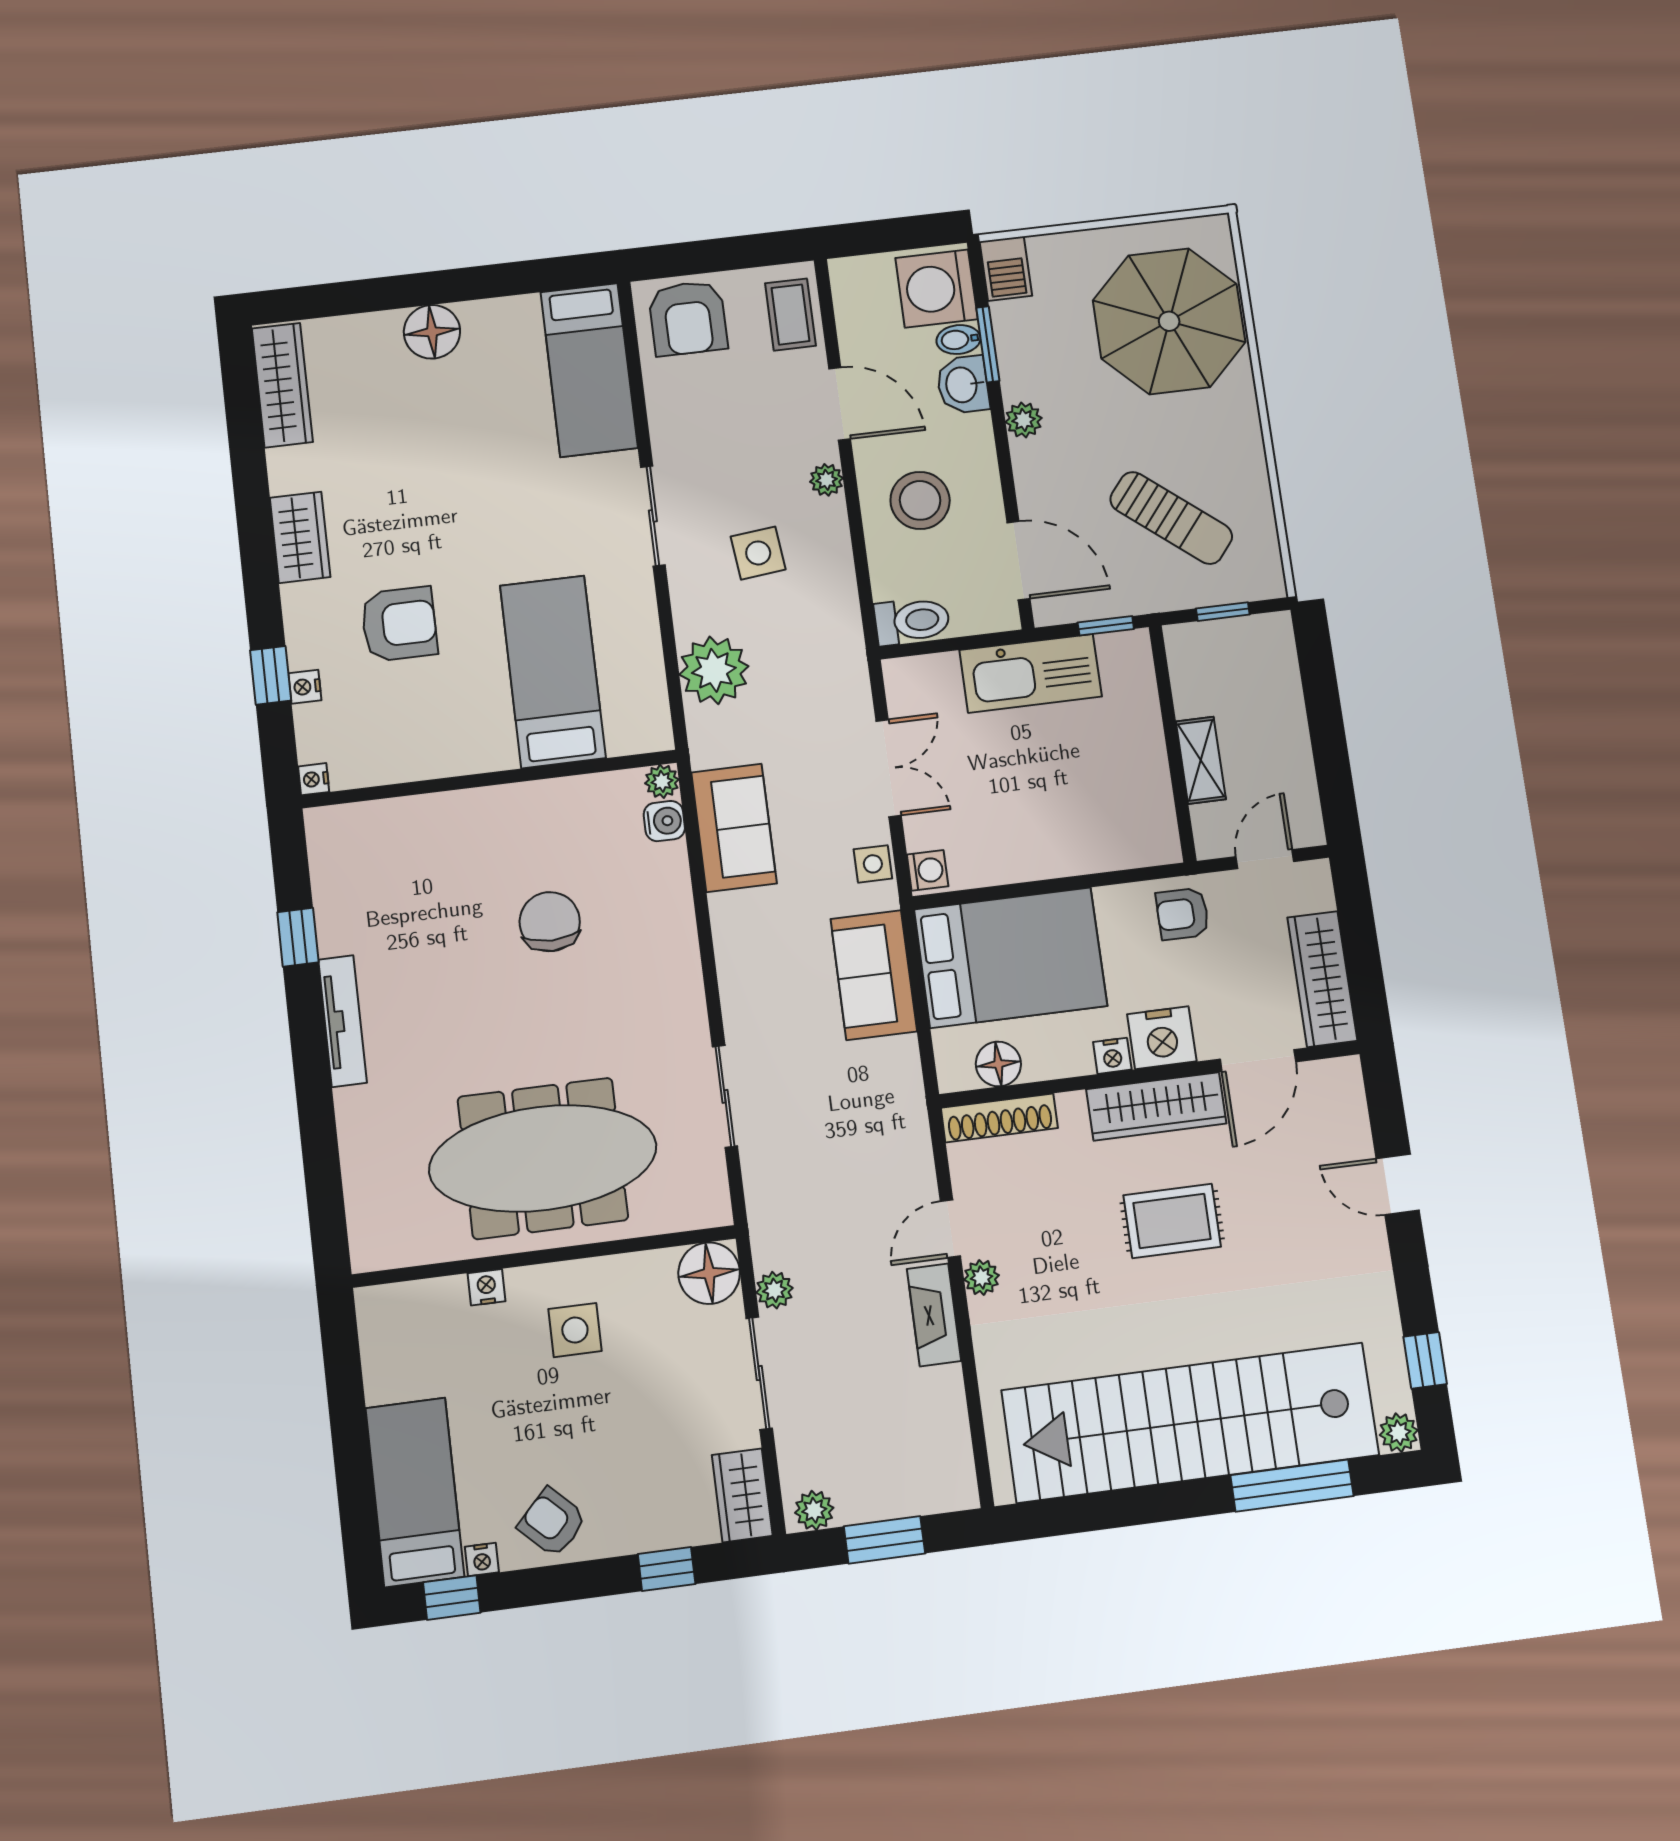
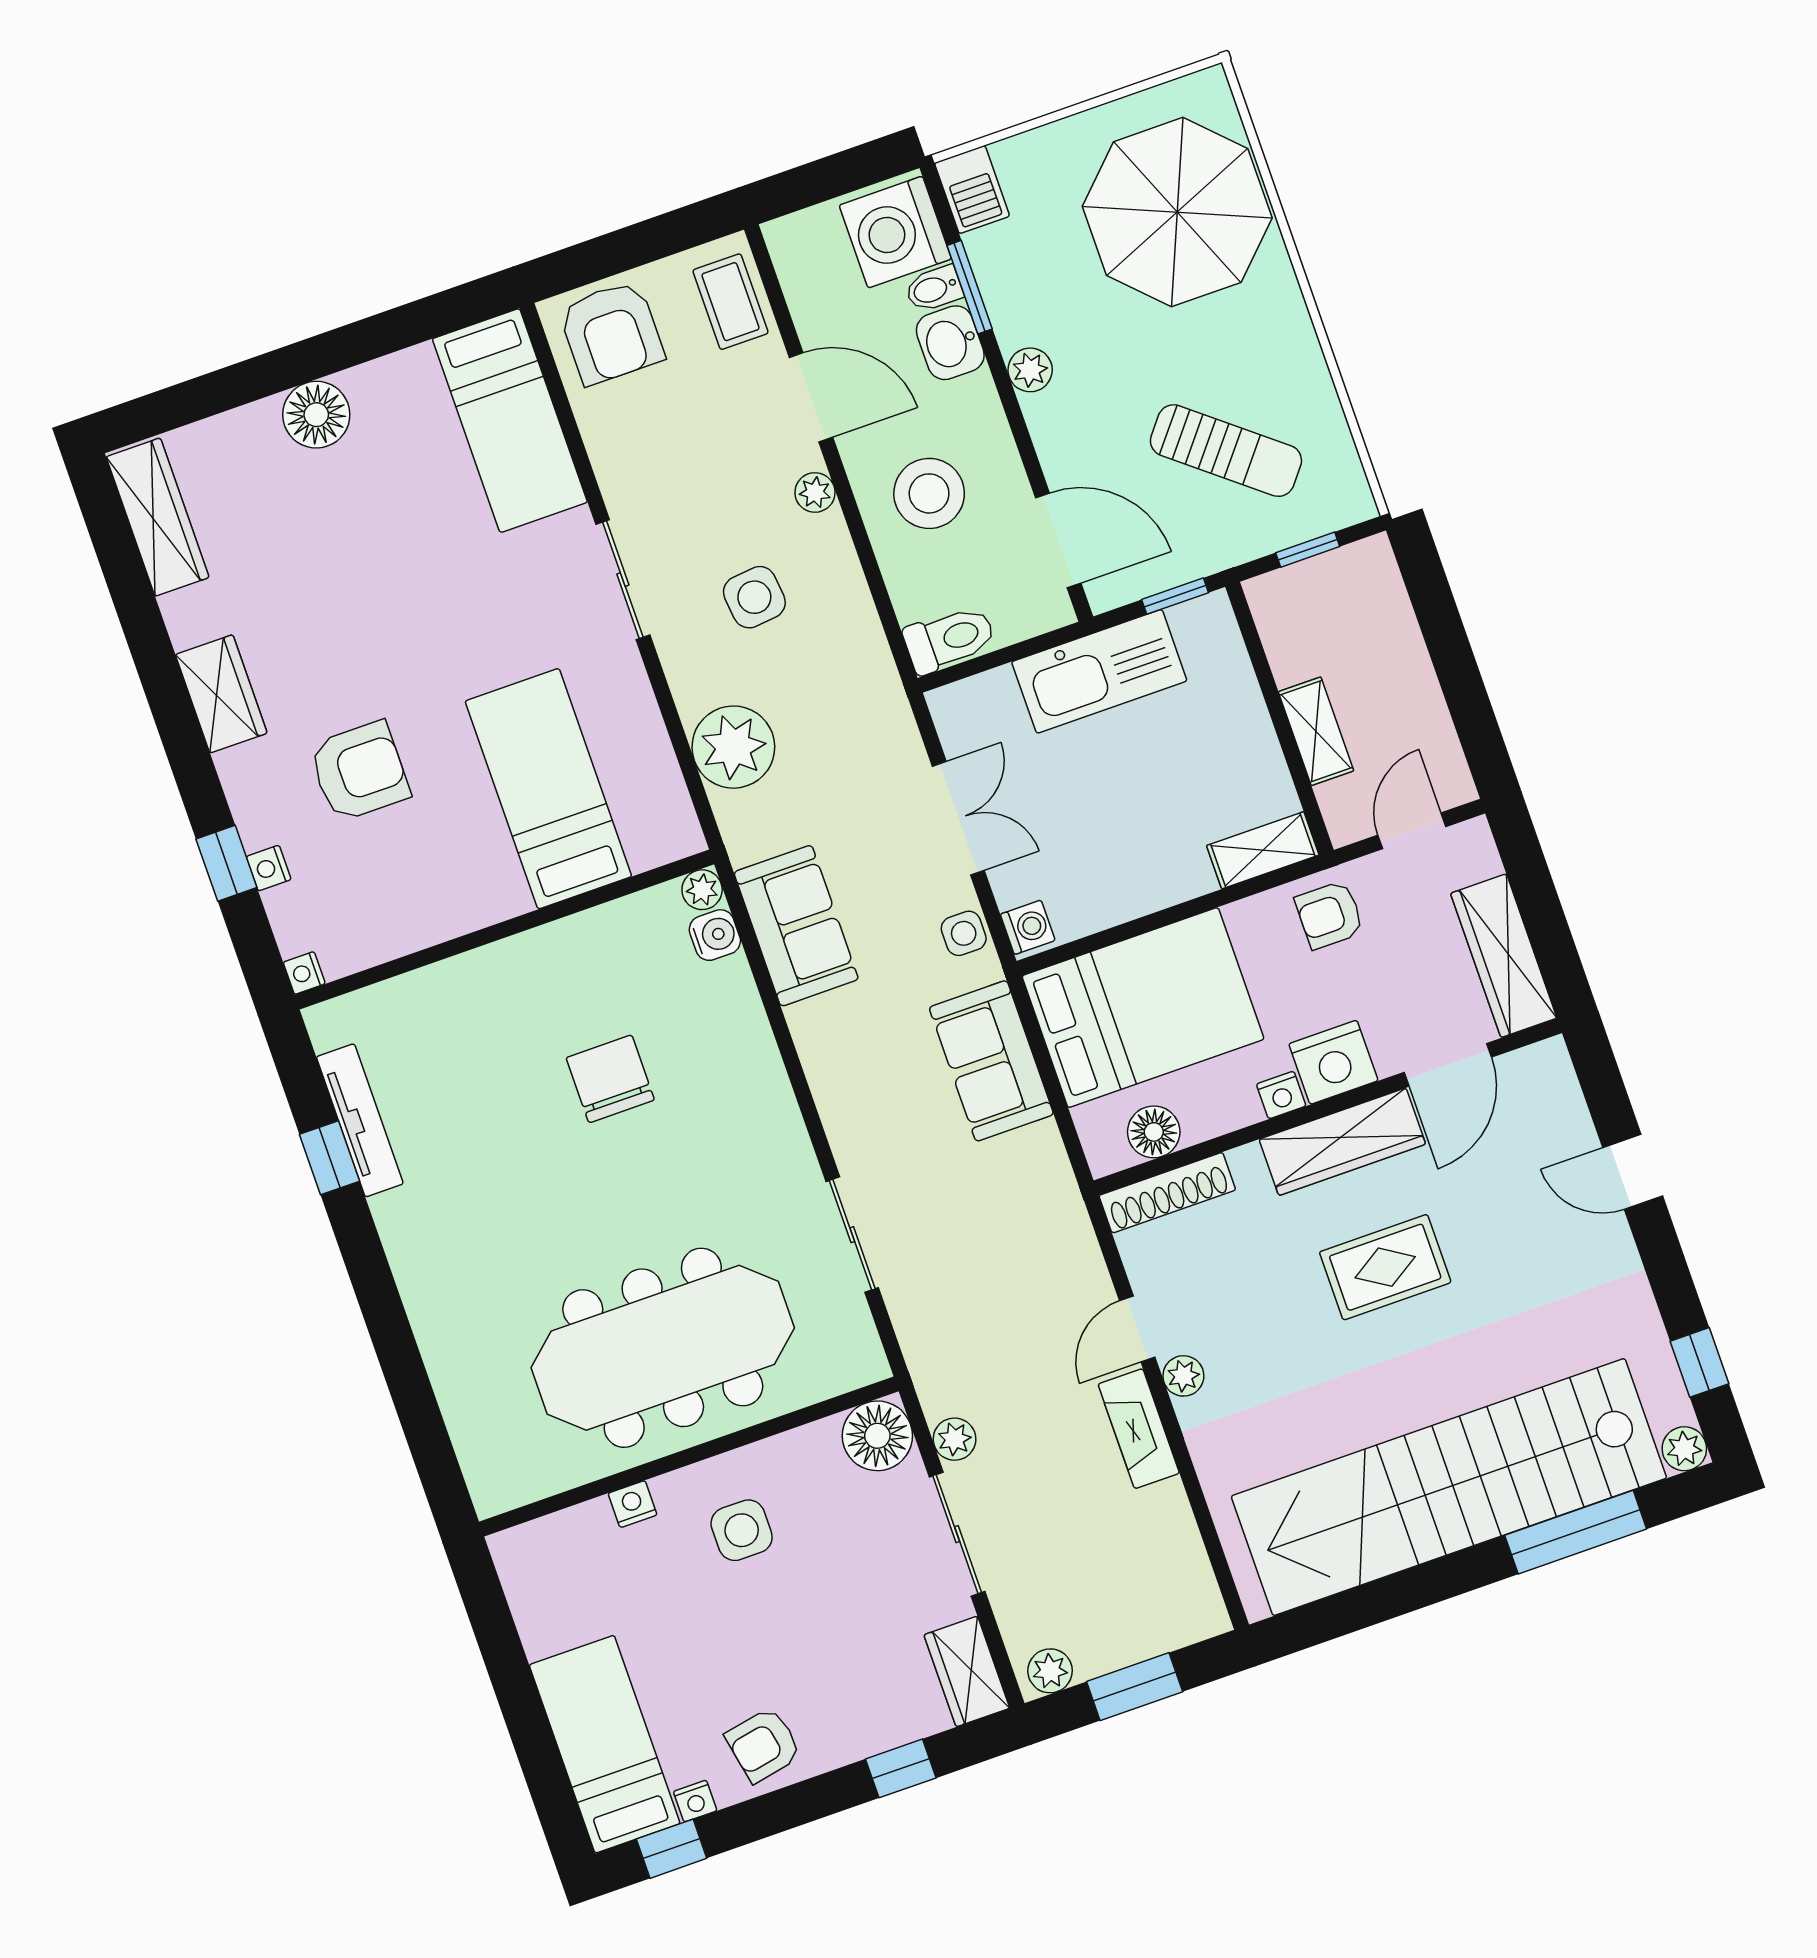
shelving: (1137, 849) -> (1263, 850), added
tv unit: (343, 1021) -> (360, 1120), moved
armchair: (552, 1522) -> (763, 1745), turned -55

